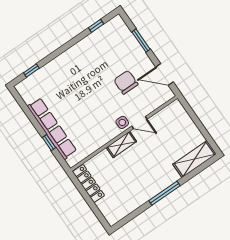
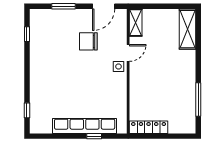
shelving: (121, 144) -> (136, 23), moved
window: (164, 193) -> (198, 99), moved

